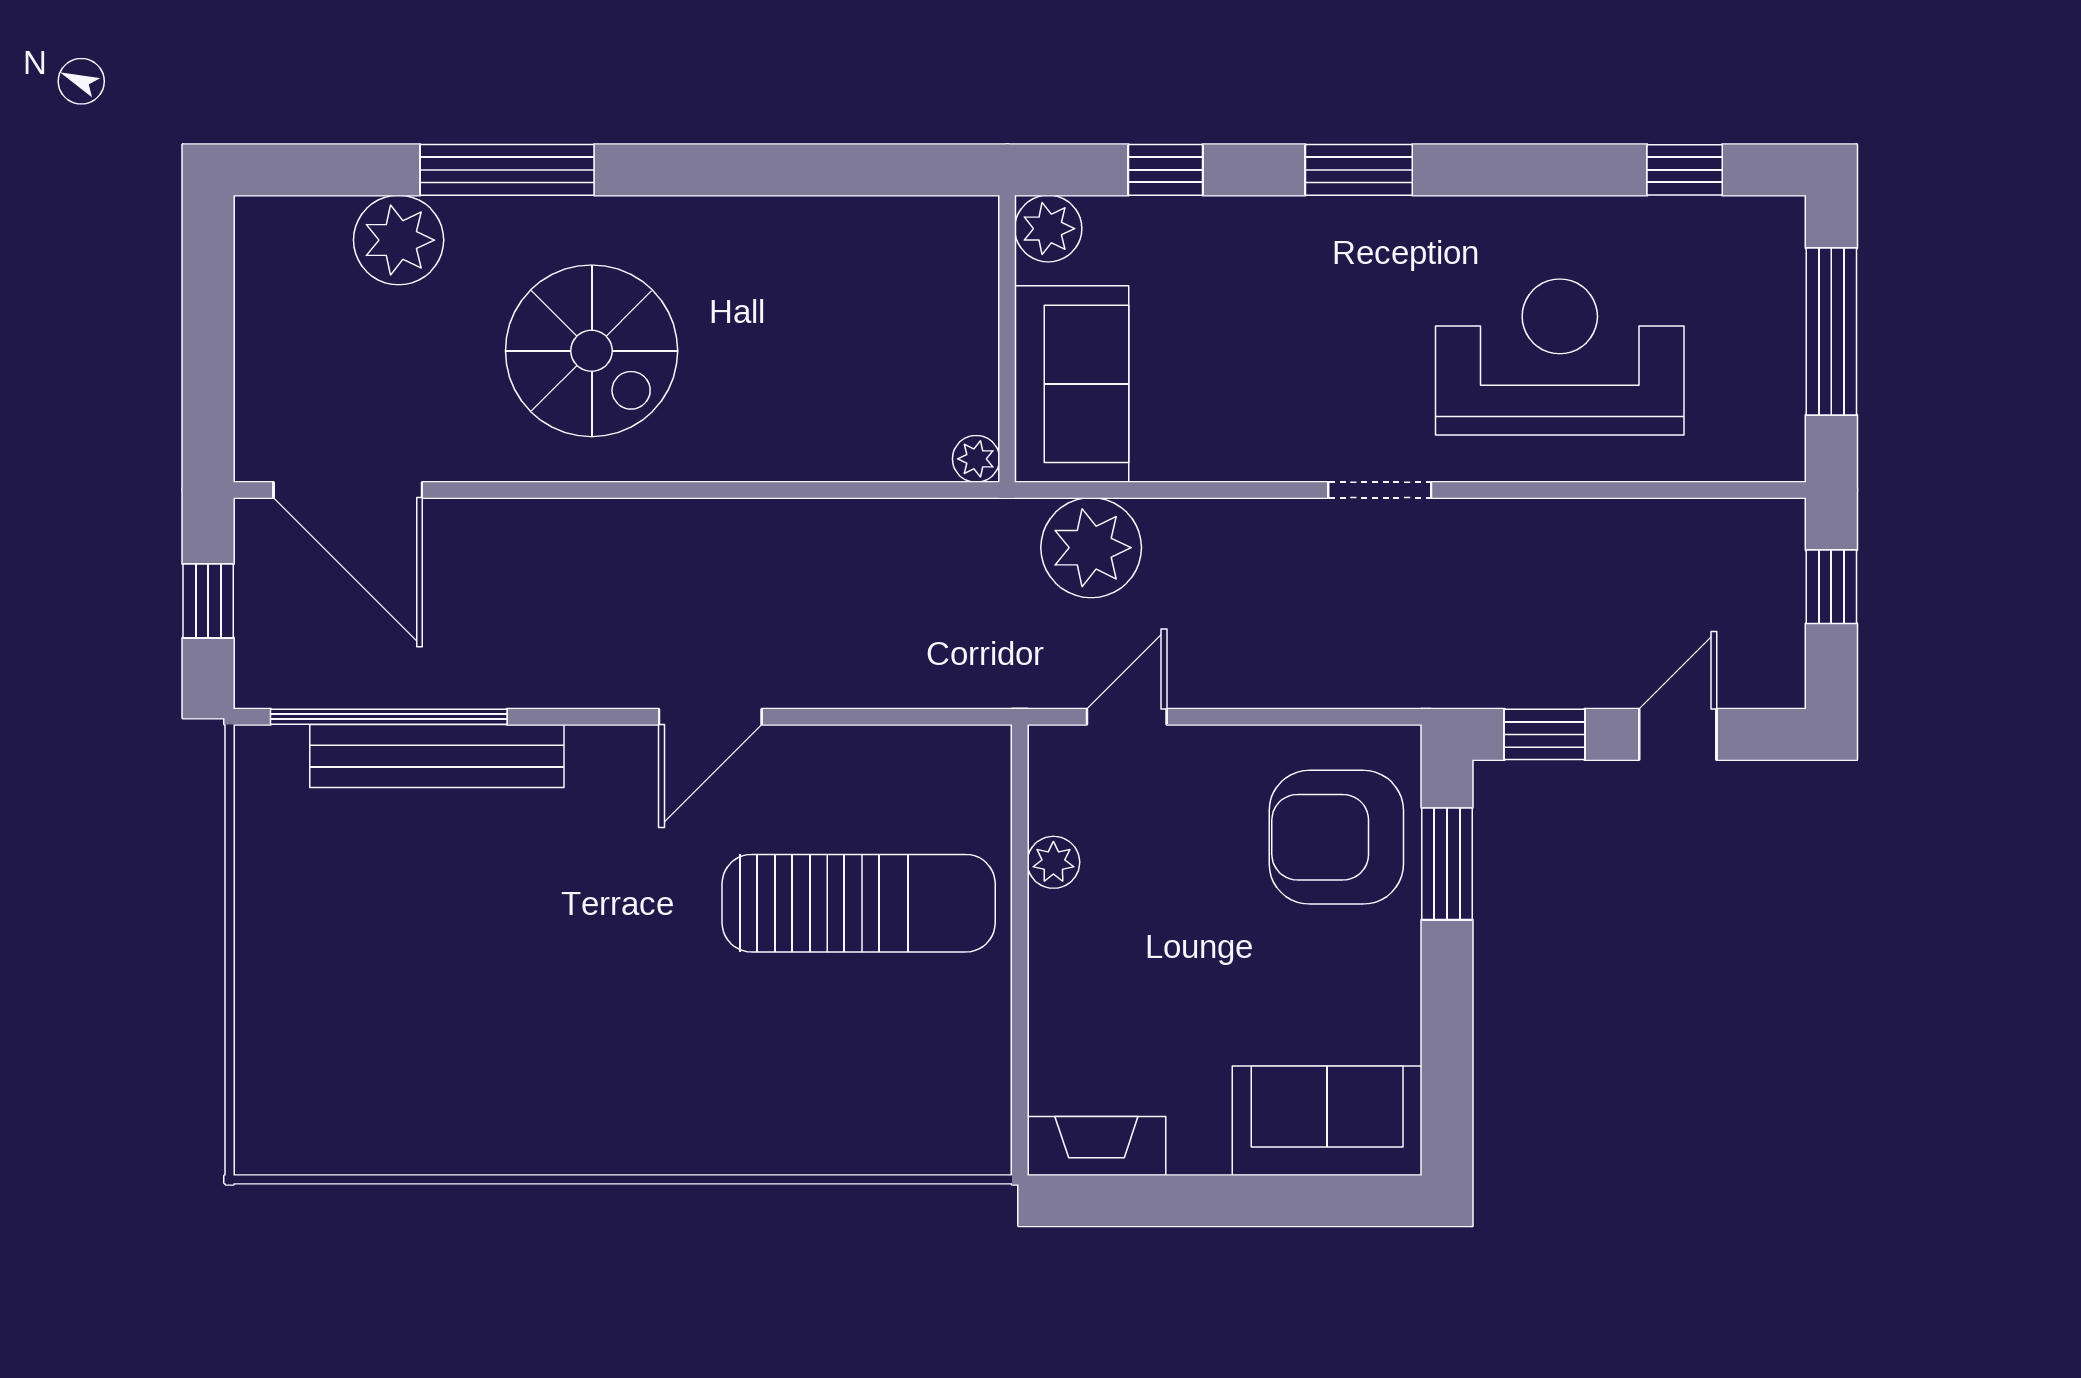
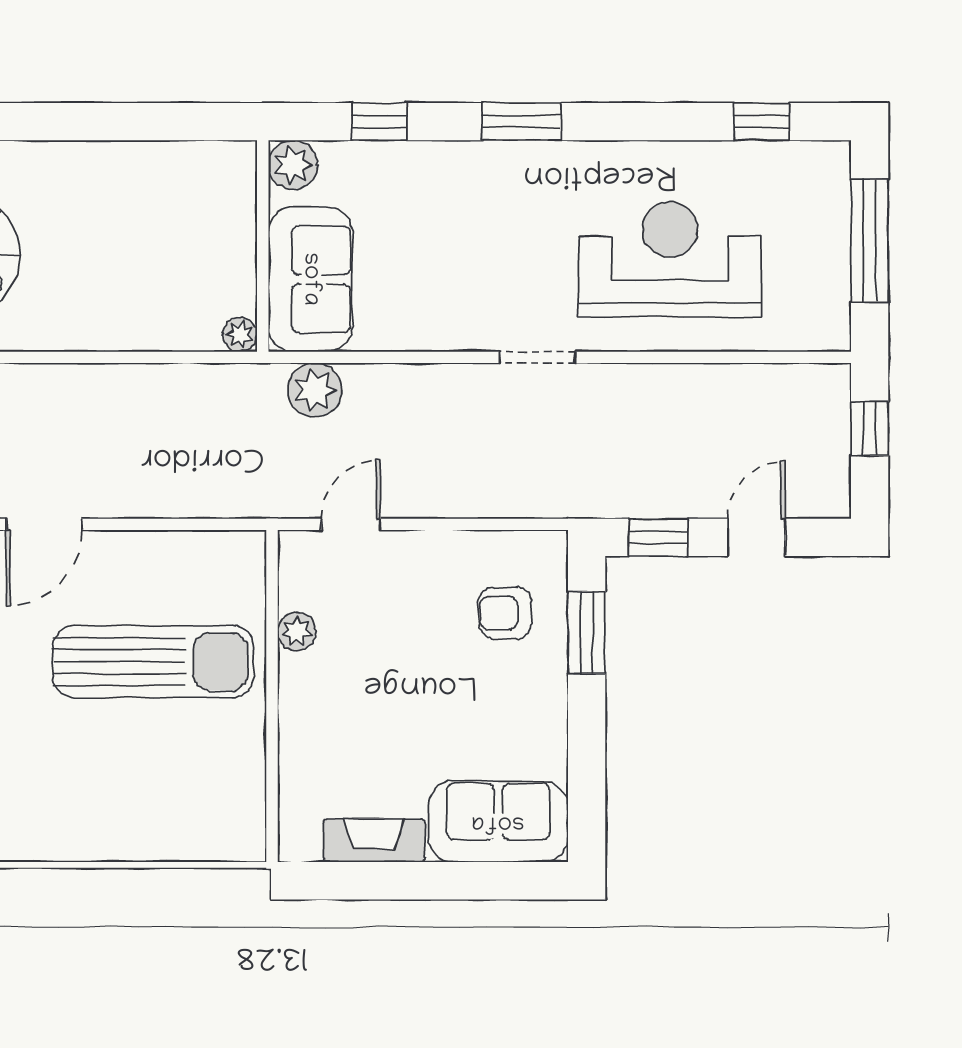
plant: (1091, 548) -> (315, 390), width x0.73, depth x0.73
armchair: (1336, 837) -> (505, 613), width x0.53, depth x0.53
fireplace: (1096, 1146) -> (374, 840), moved

